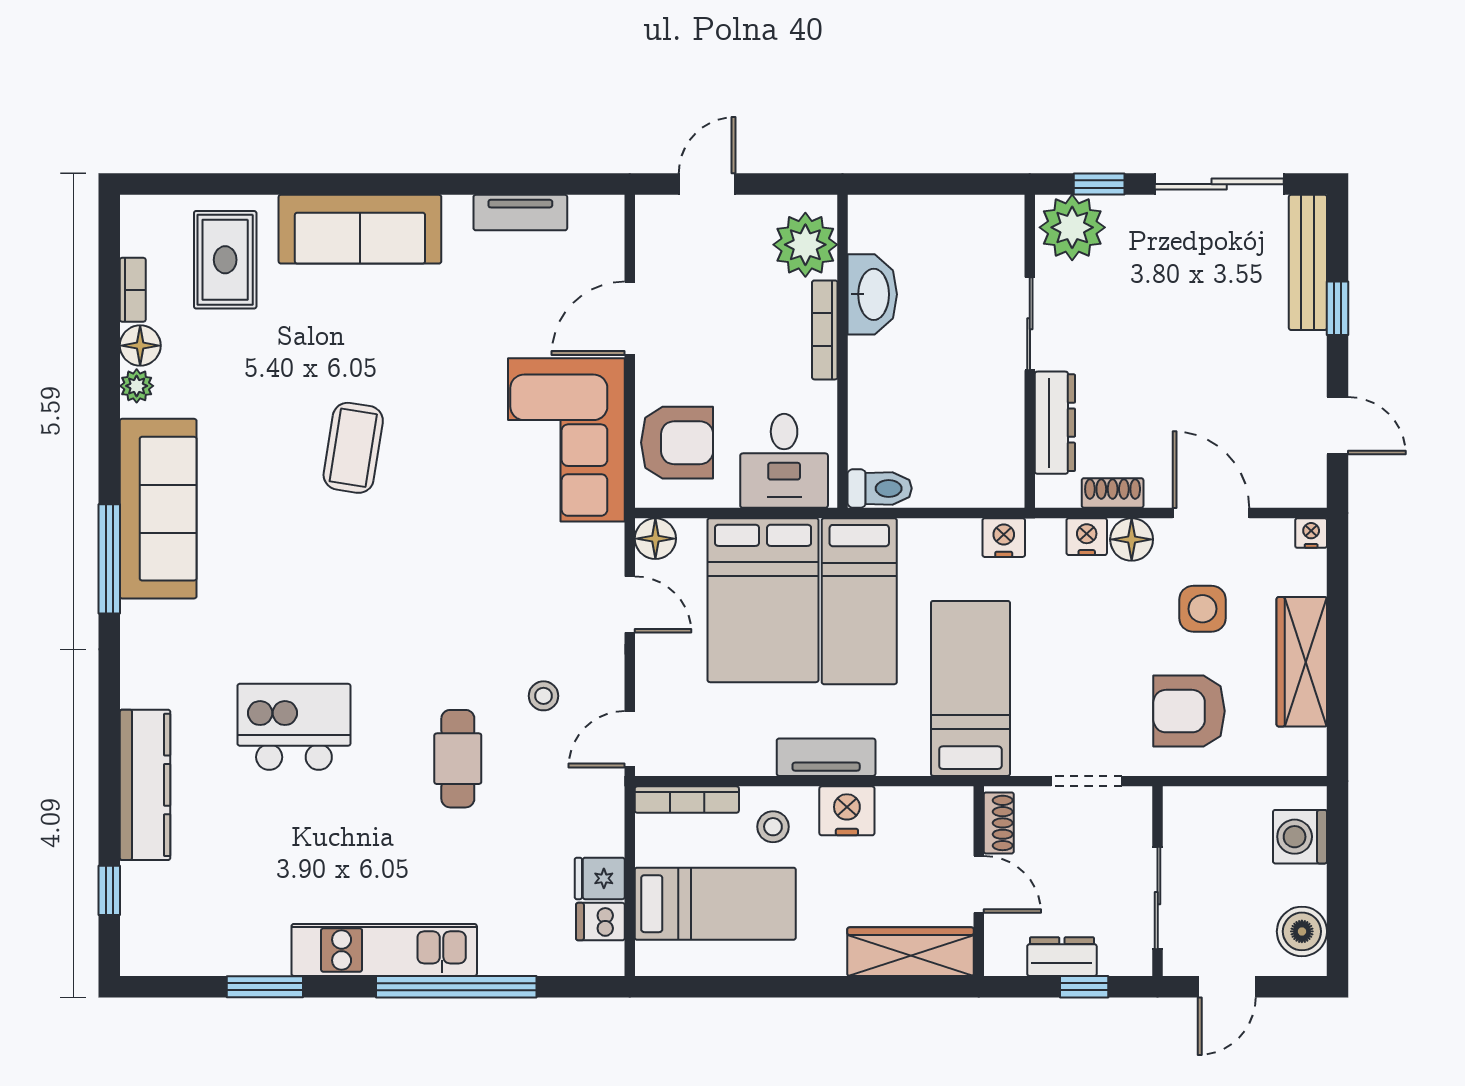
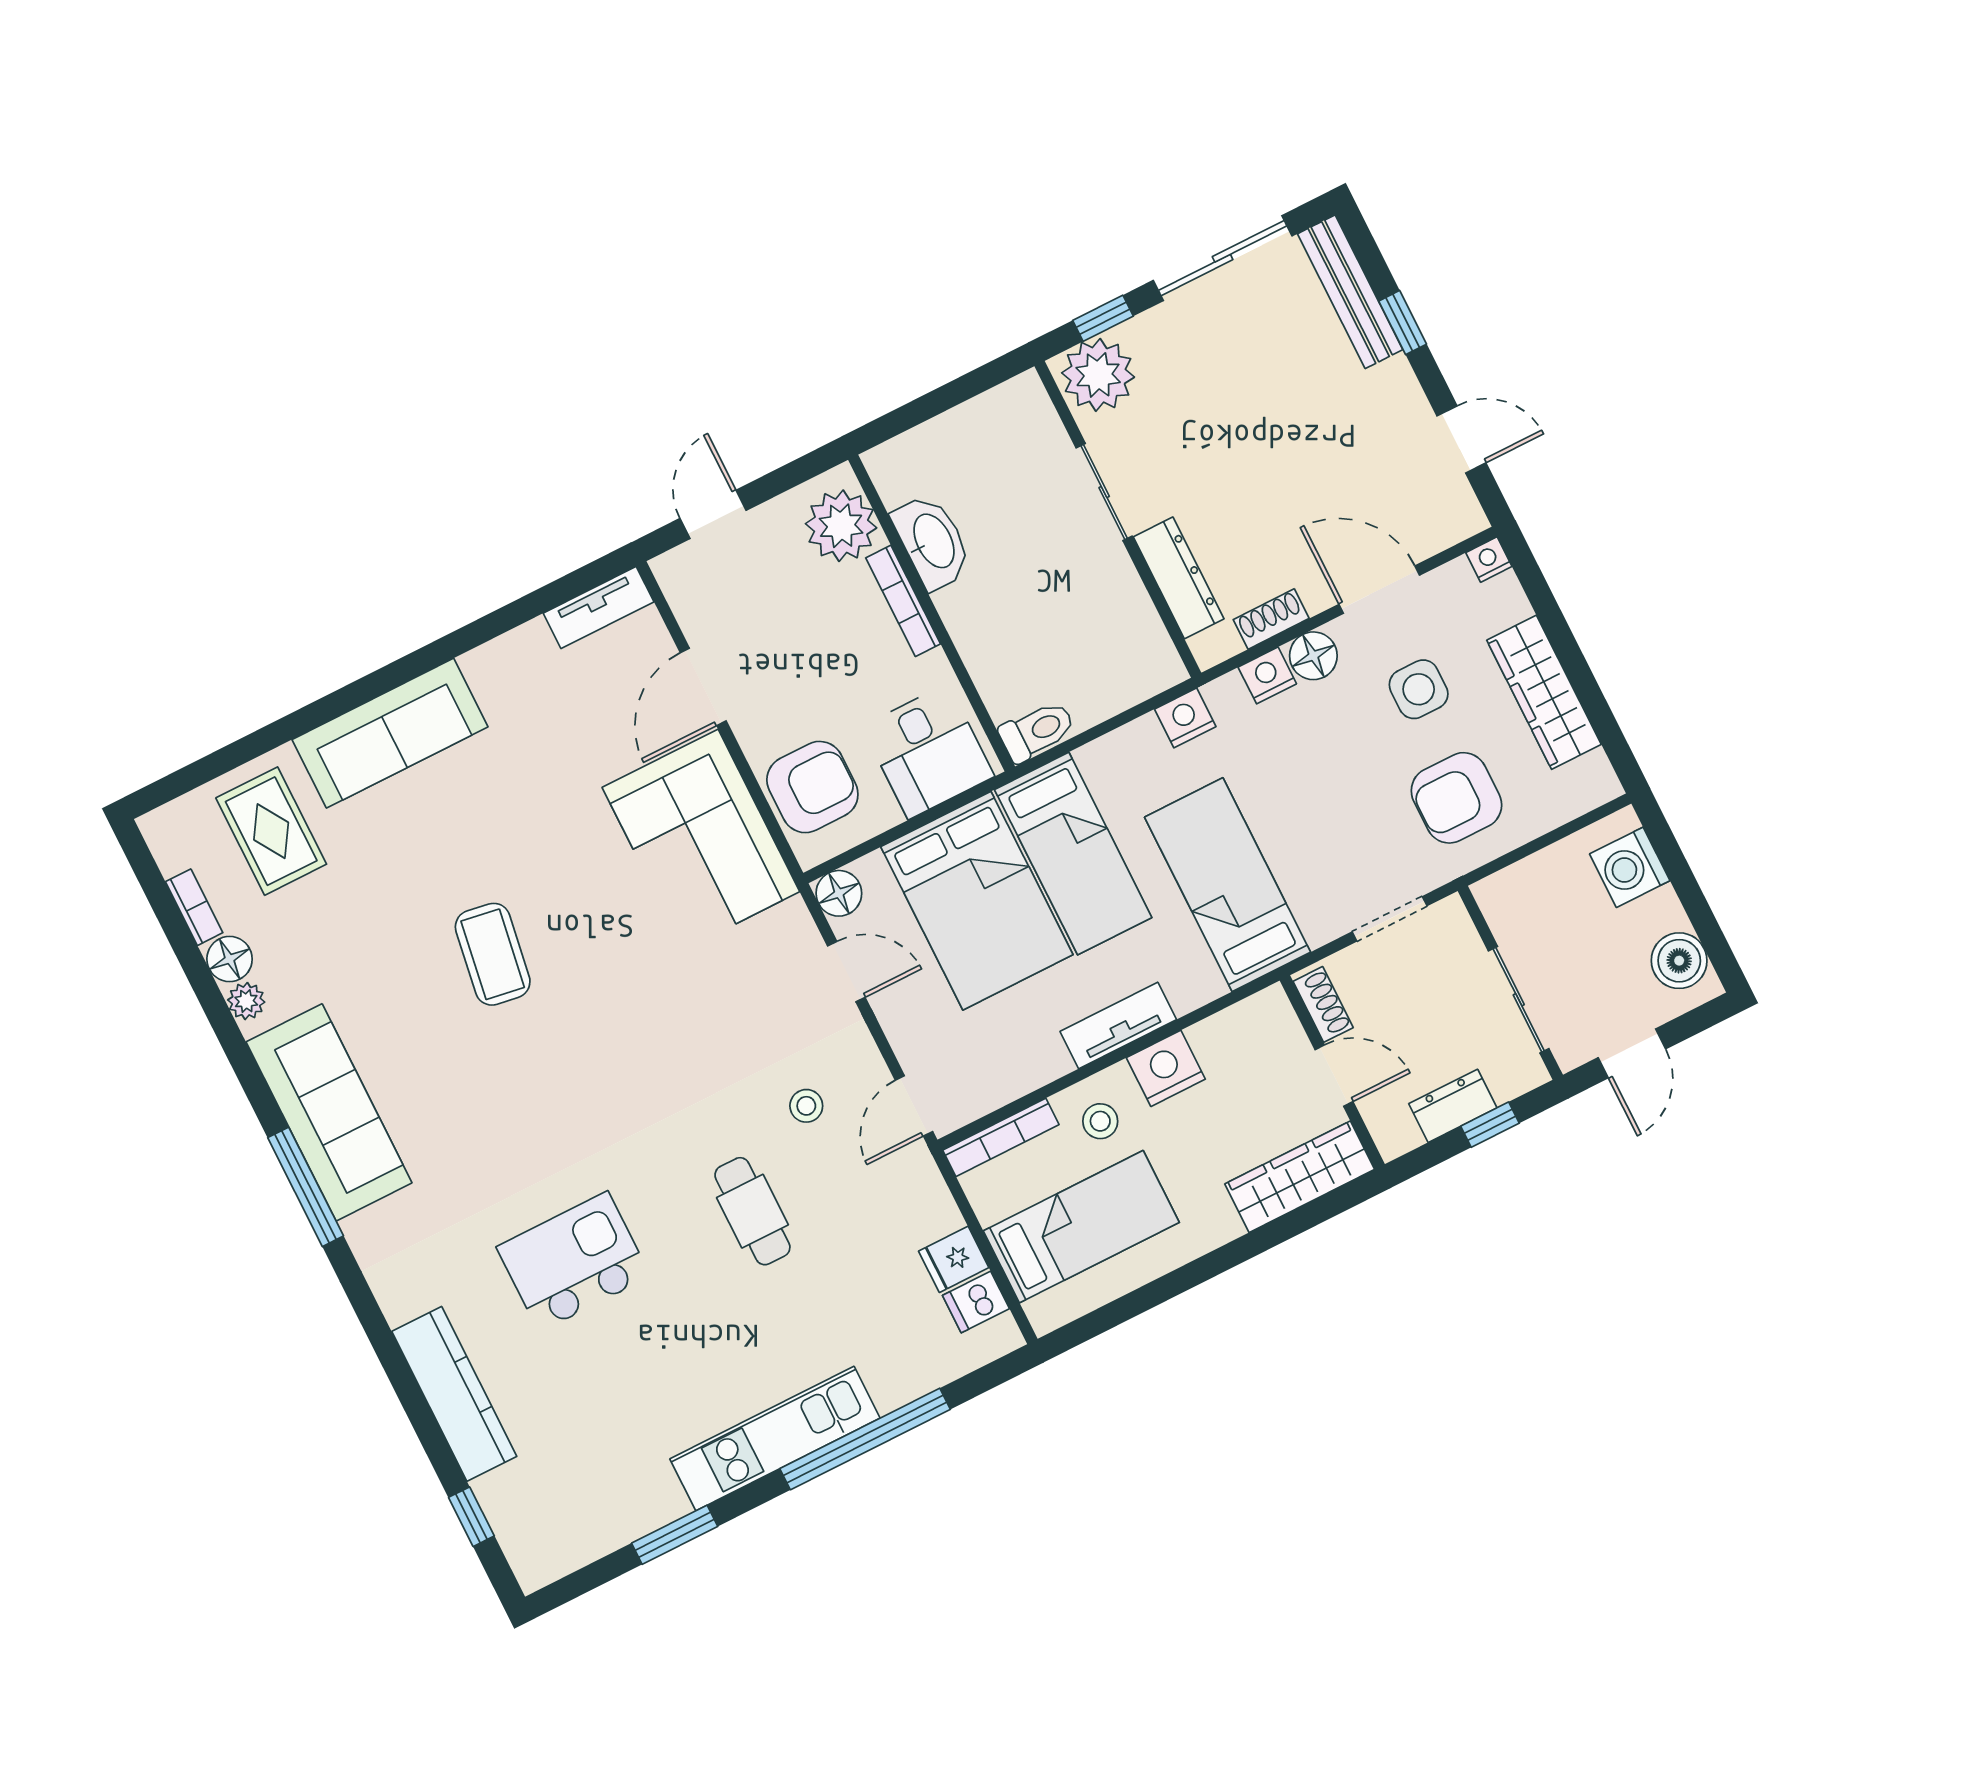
tv unit: (520, 213) -> (599, 608), moved

